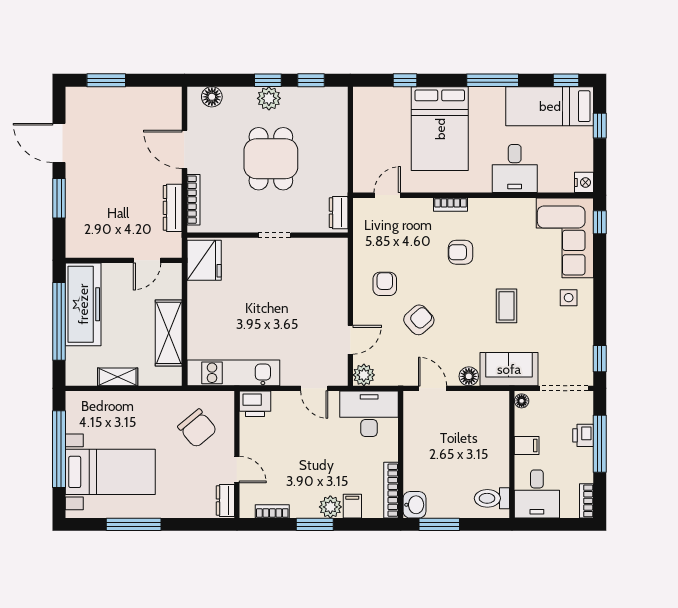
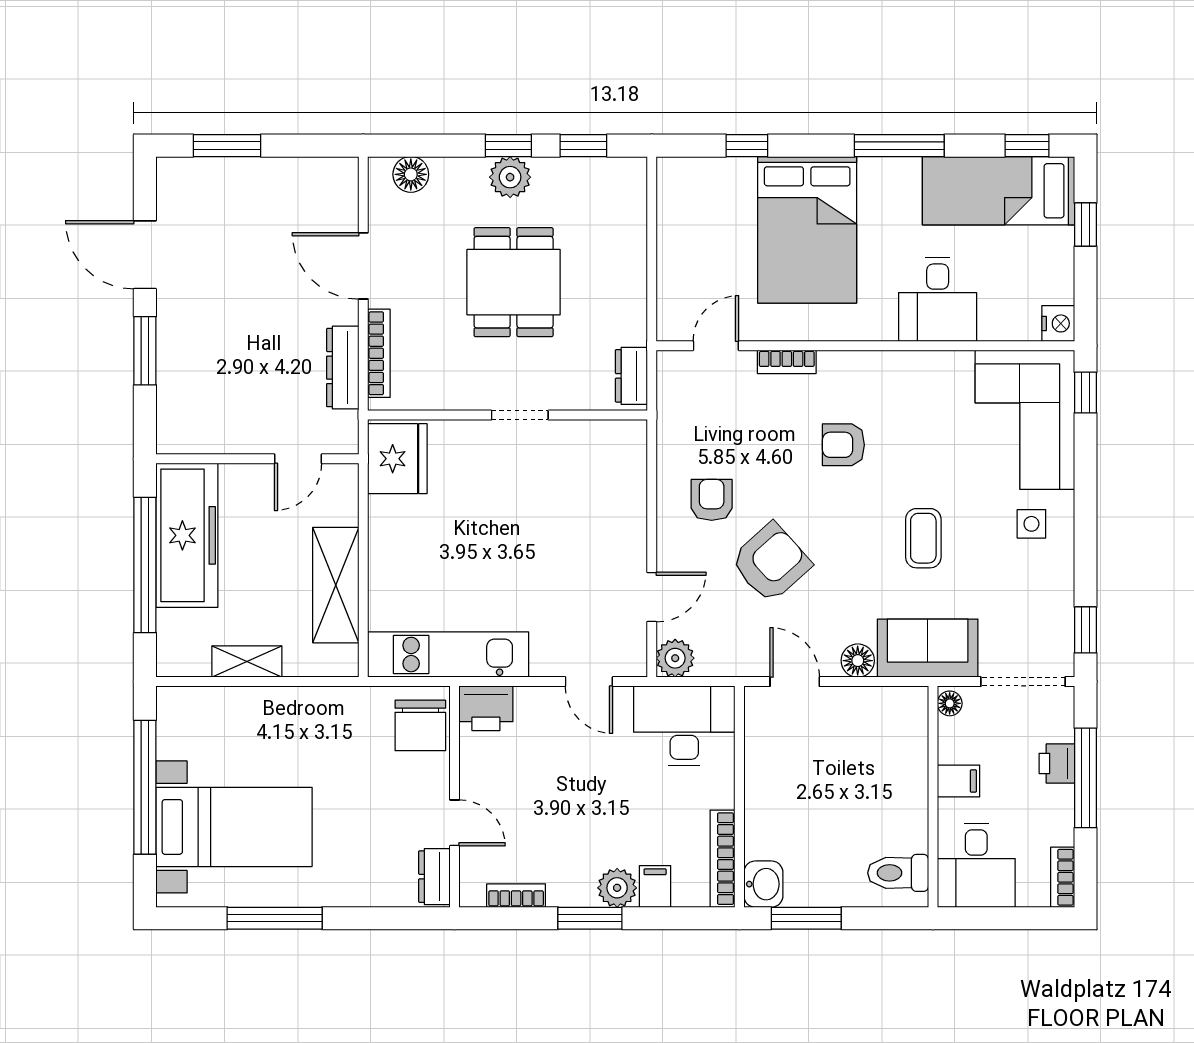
bookcase: (450, 205) -> (787, 362), moved
armchair: (419, 320) -> (771, 563), width x1.38, depth x1.38
chair: (197, 428) -> (420, 725), moved, turned 40

